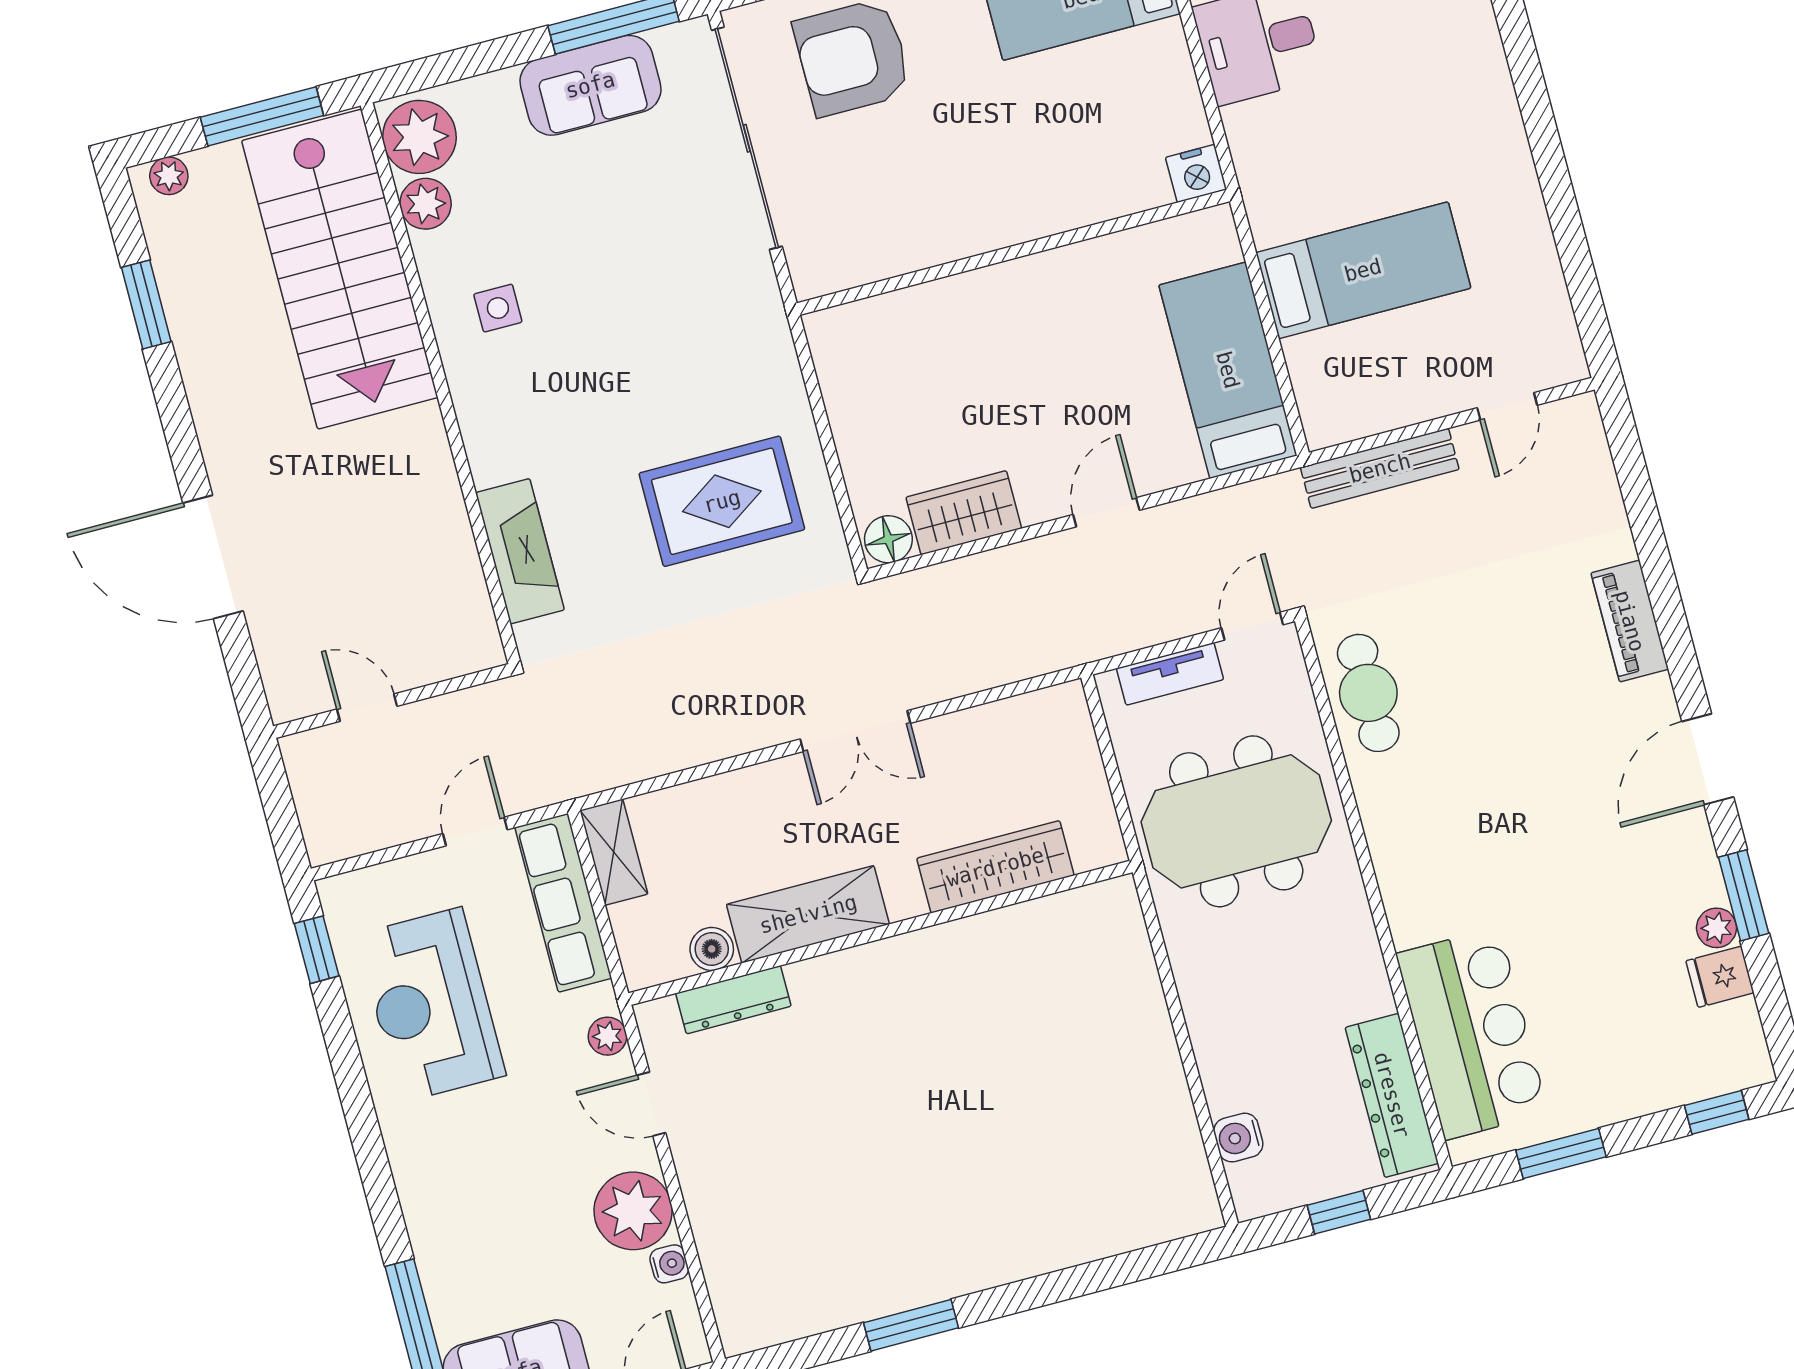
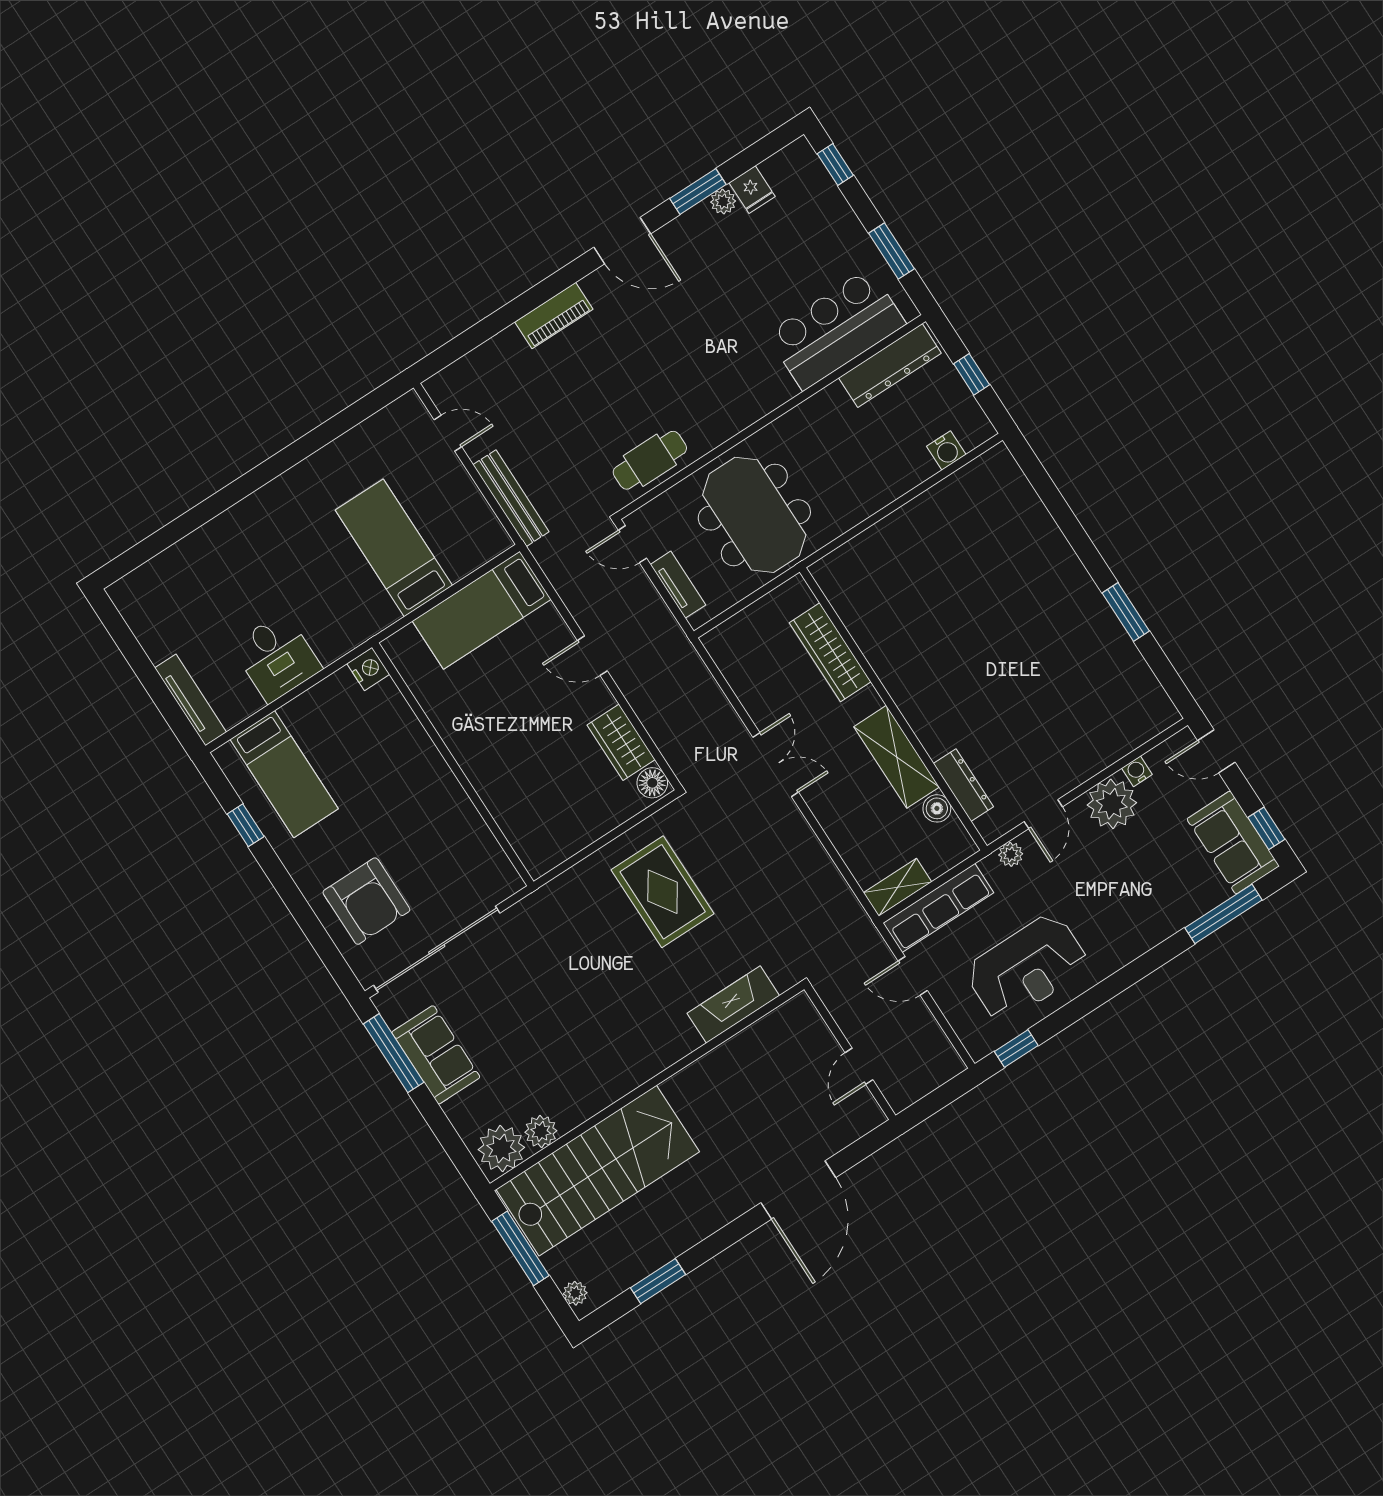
side table: (498, 308) -> (590, 1067), removed

